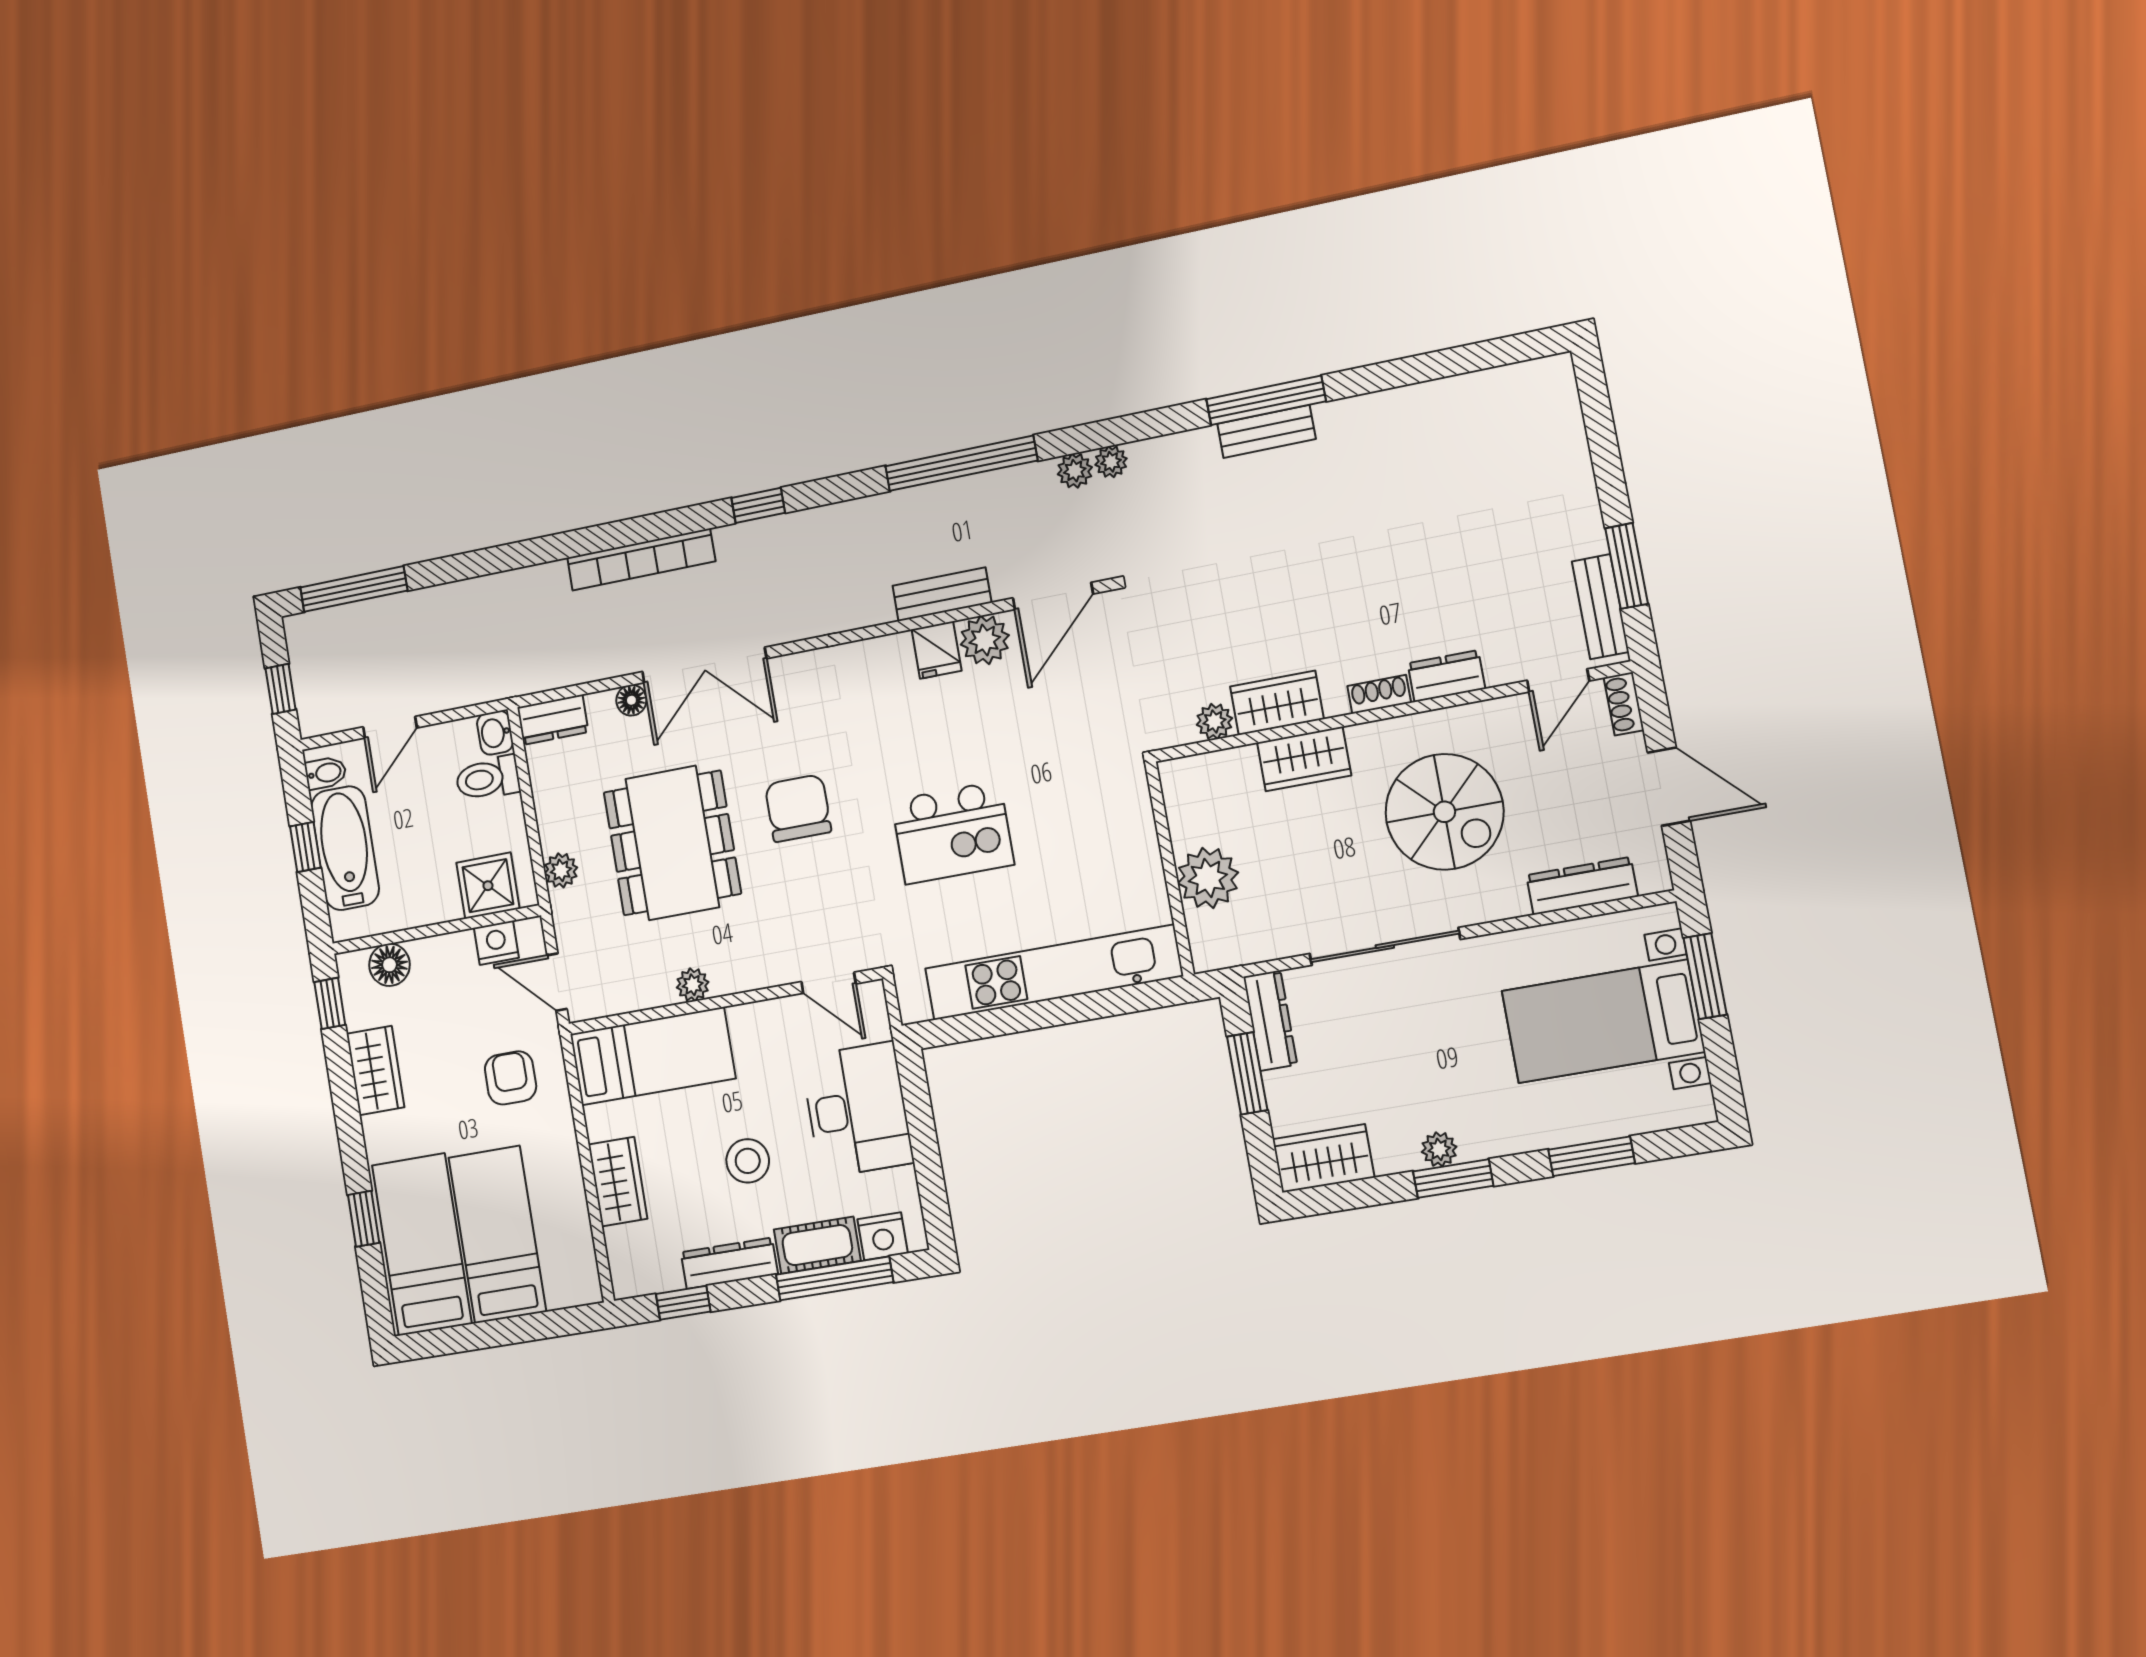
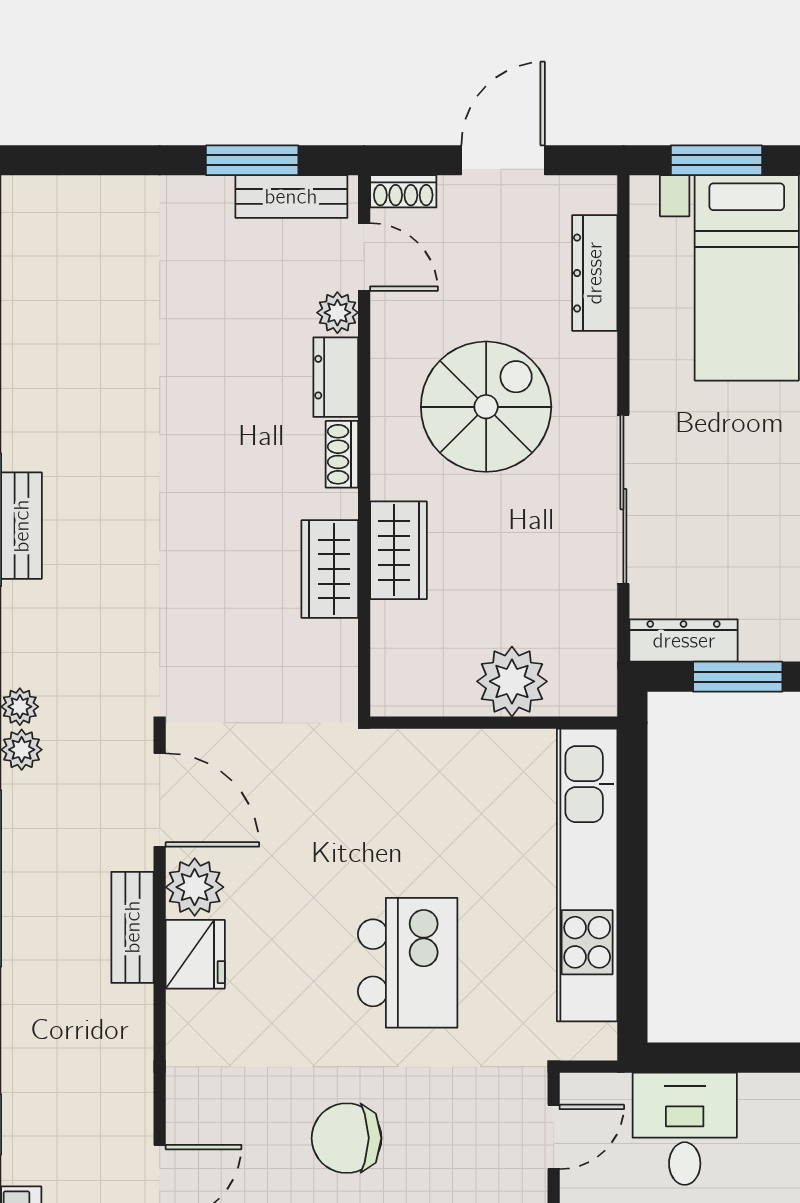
fridge: (937, 650) -> (195, 954), width x1.38
plant: (1214, 721) -> (337, 313), moved
desk: (857, 1110) -> (685, 1129), width x0.73

